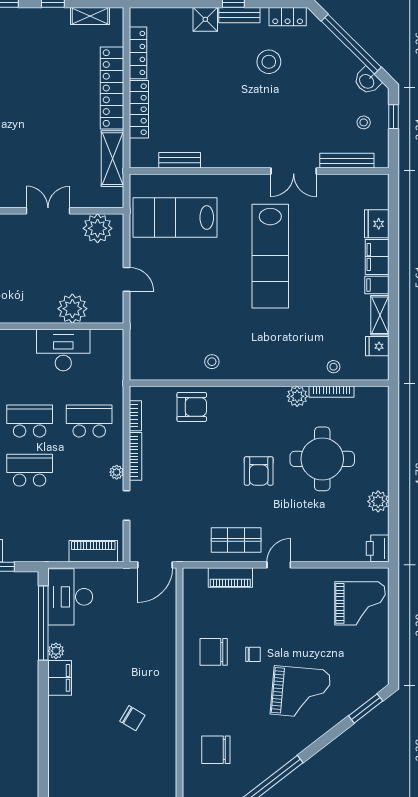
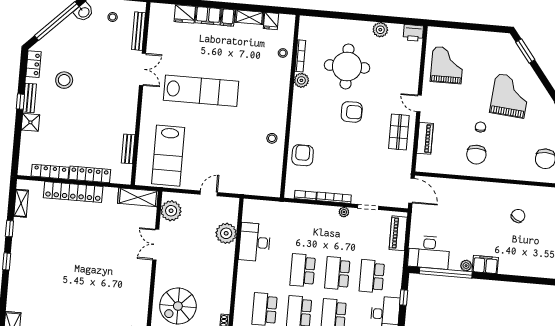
shelving: (113, 159) -> (138, 197), moved
school desk: (89, 421) -> (372, 276), moved
grand piano: (360, 603) -> (447, 65), moved

